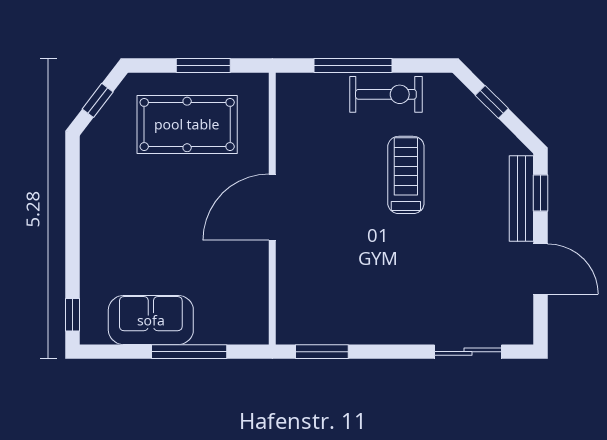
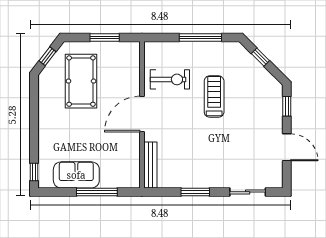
window: (353, 66) -> (200, 37), moved
exercise bike: (386, 94) -> (170, 79), moved
pool table: (187, 124) -> (81, 81), moved, turned 90
bench: (521, 199) -> (150, 165), moved
window: (322, 352) -> (195, 192), moved

